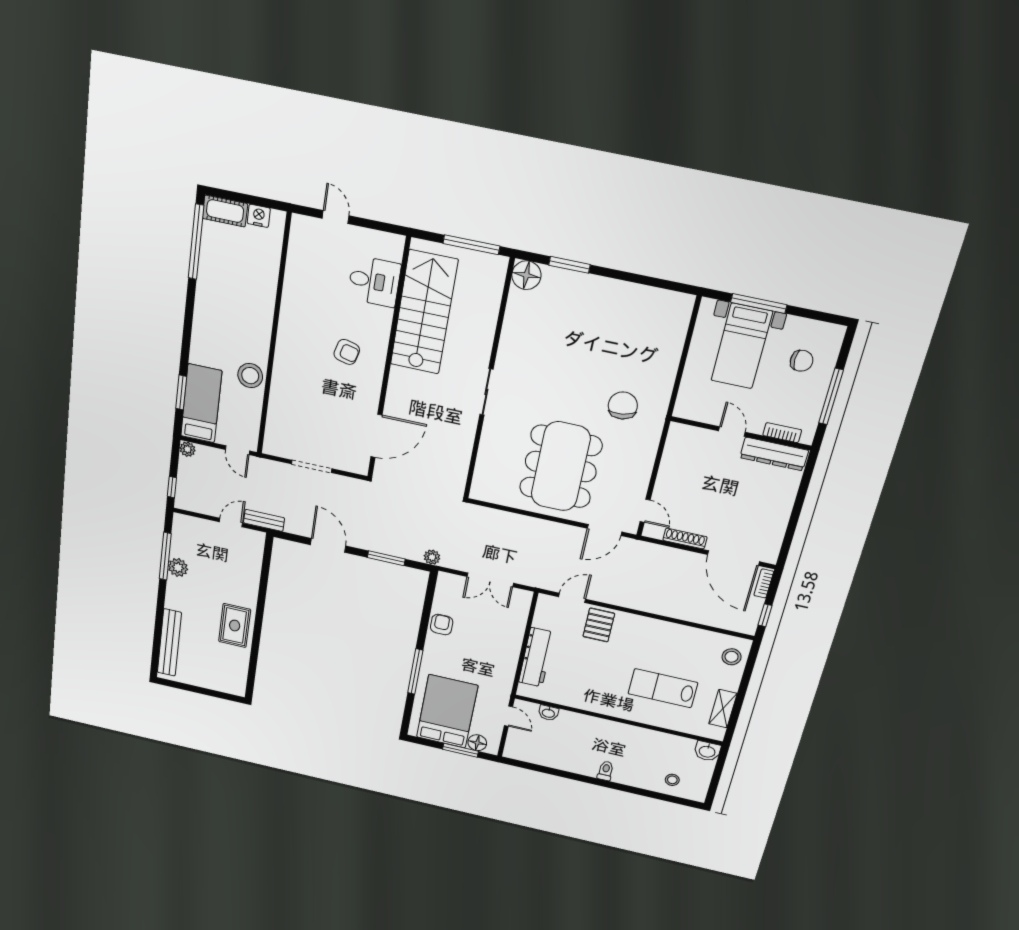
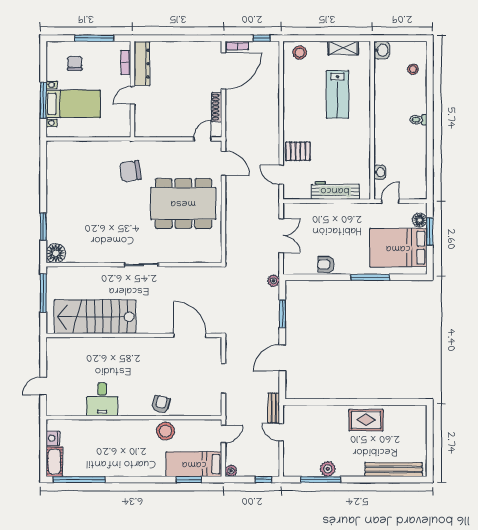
desk: (374, 281) -> (102, 399), moved, turned 180
armchair: (347, 352) -> (161, 404), moved

